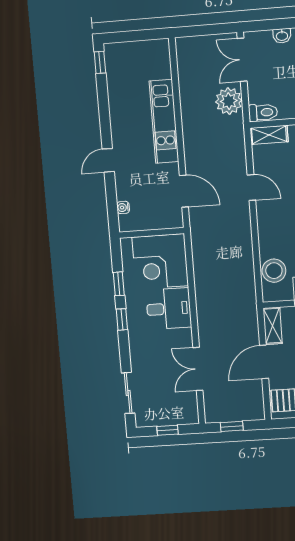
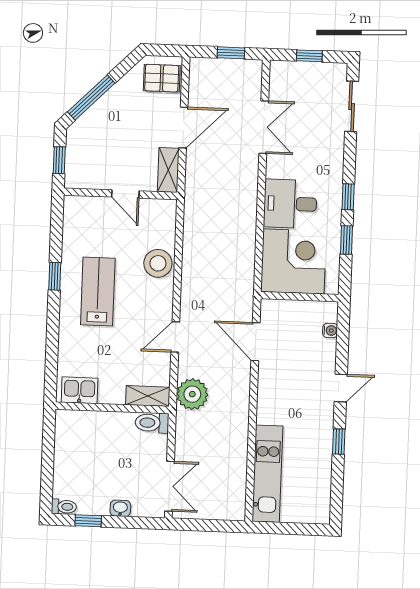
window: (100, 62) -> (339, 442), moved
plant: (229, 101) -> (192, 394), moved
kitchen unit: (164, 121) -> (267, 474), moved
door: (251, 188) -> (175, 337), hinge flipped
stool: (274, 271) -> (158, 263), moved

